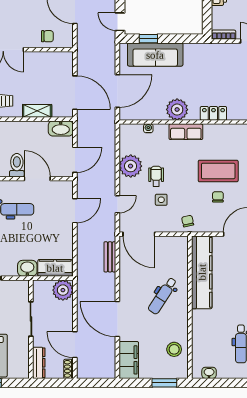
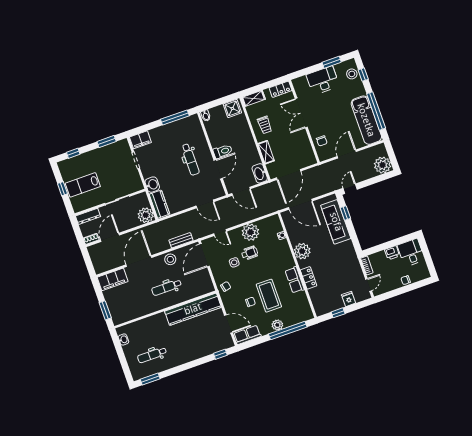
row of seats: (186, 132) -> (295, 280), moved
dental chair: (163, 296) -> (167, 287), turned -33
stool: (174, 349) -> (170, 259), moved

